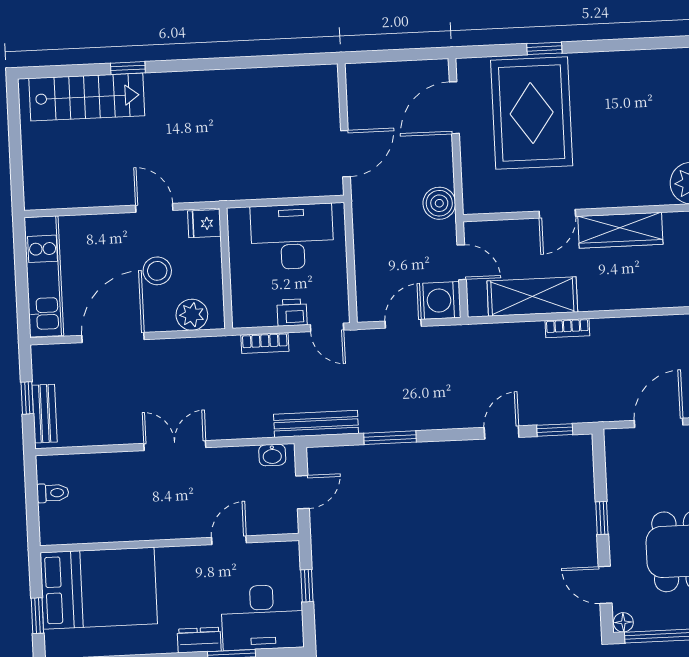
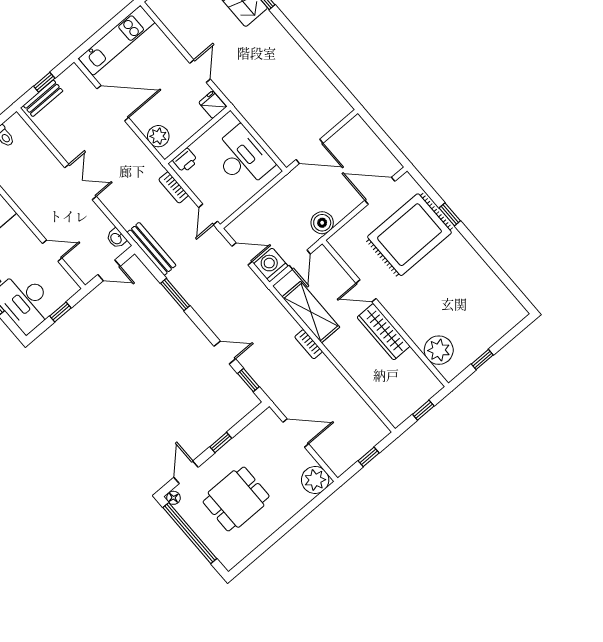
stool: (157, 271) -> (167, 99), removed
printer: (292, 312) -> (185, 160), moved, turned 90

